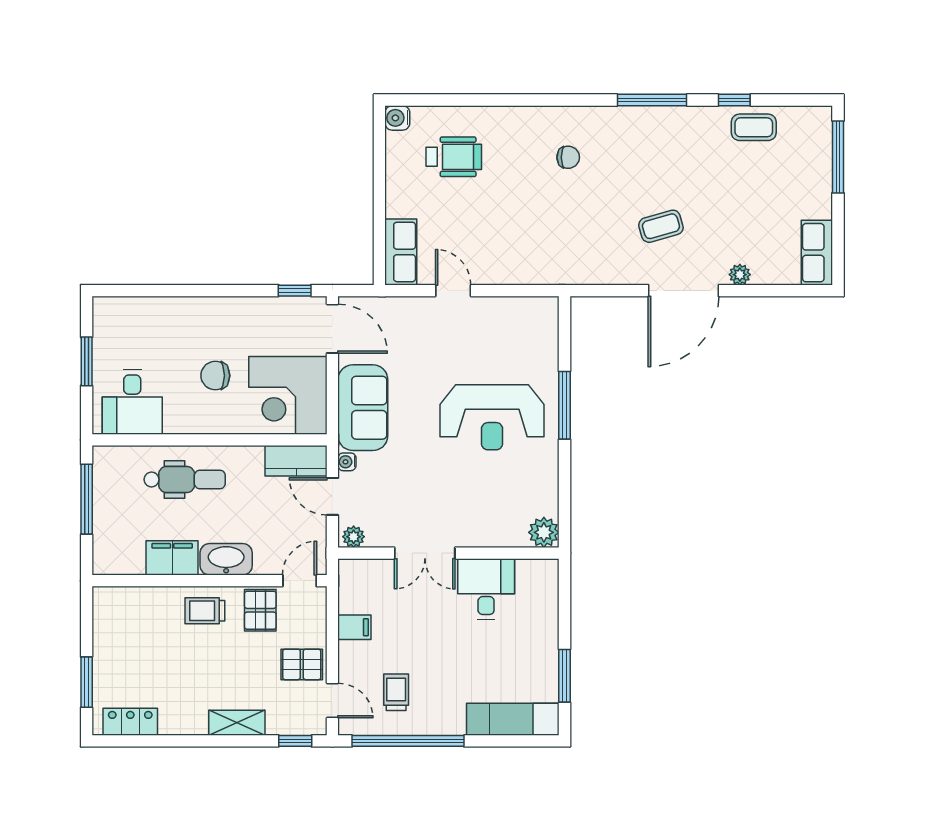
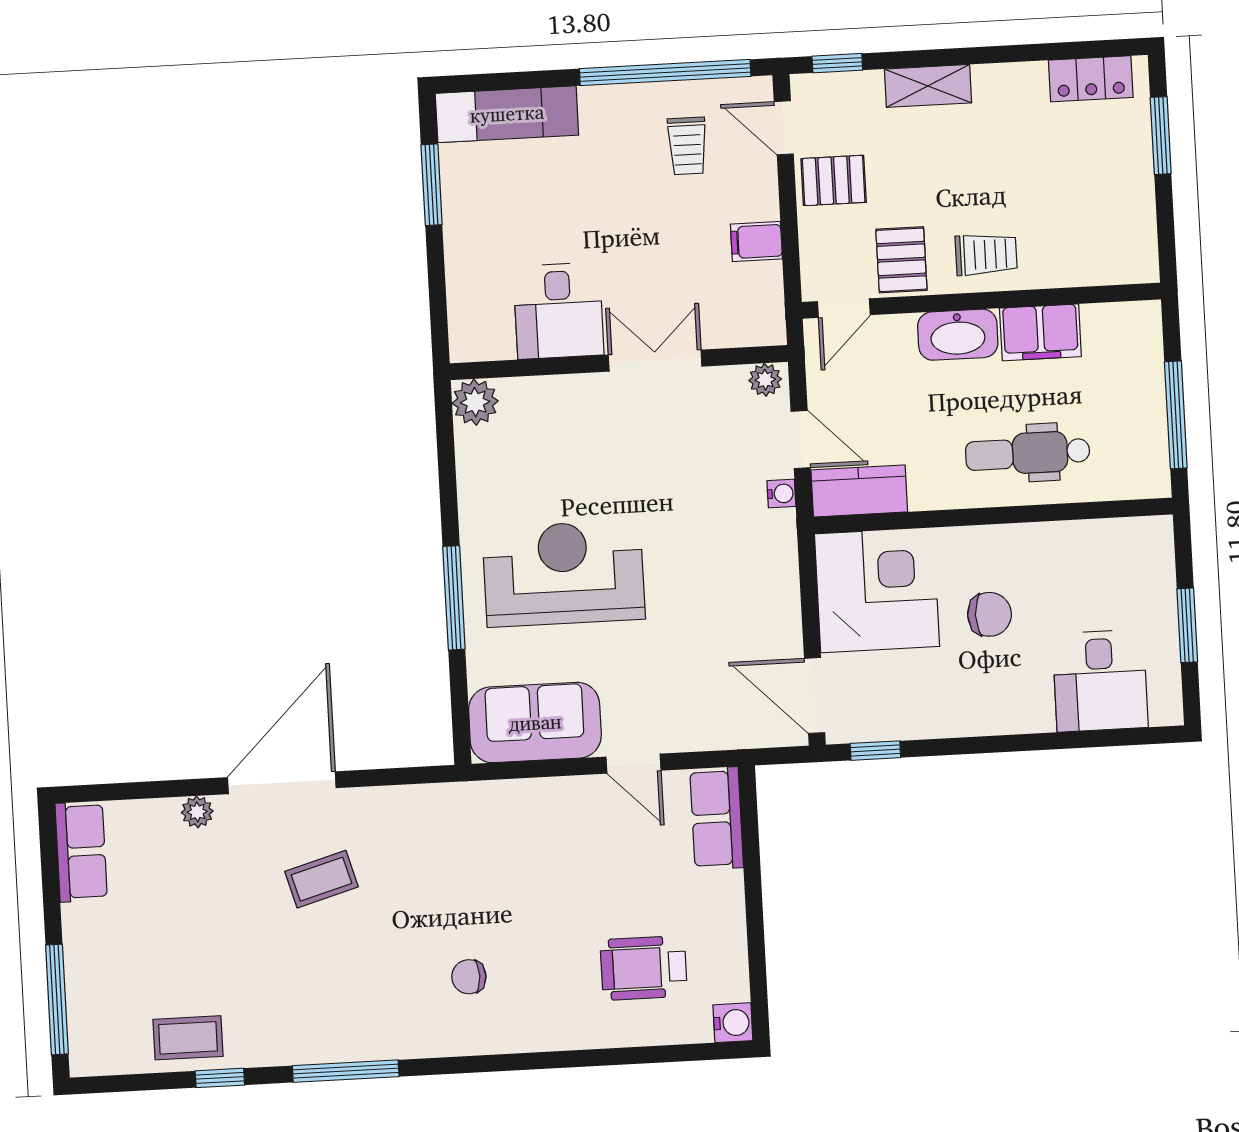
desk: (132, 402) -> (1100, 681), moved, turned 180
sofa: (363, 408) -> (535, 723), moved, turned 90

